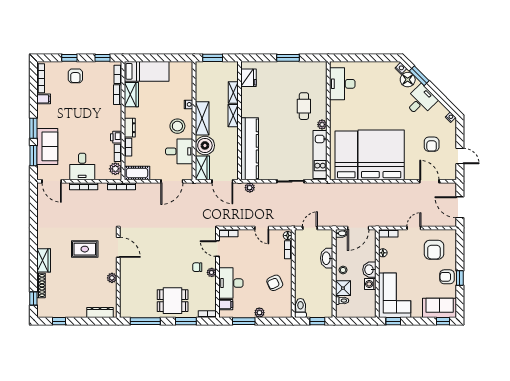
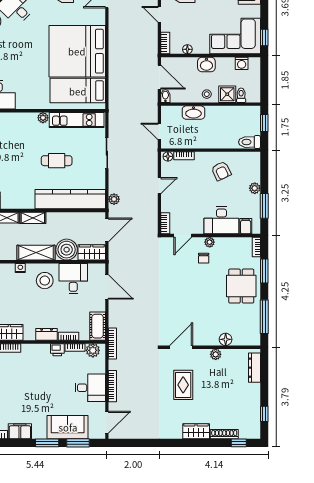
filing cabinet: (44, 99) -> (20, 431), width x2.00
cafe table: (304, 106) -> (57, 161), moved
washing machine: (370, 284) -> (242, 63), moved
floor lamp: (125, 287) -> (226, 339), added

